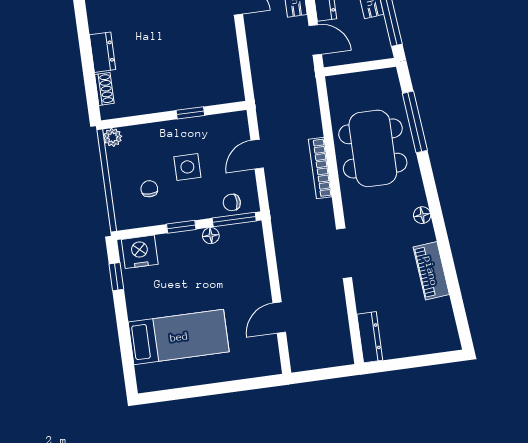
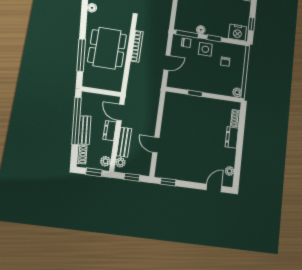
side table: (187, 167) -> (205, 49), moved

